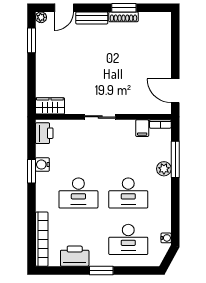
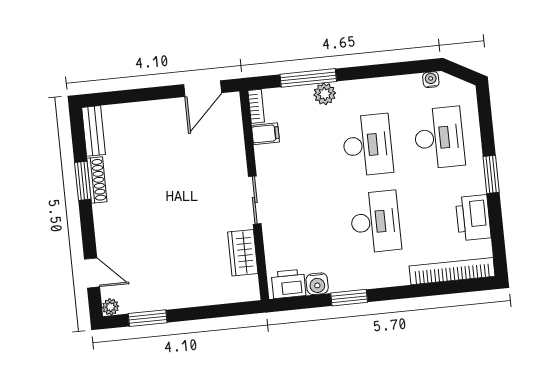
bench: (92, 18) -> (94, 131), moved
wardrobe: (50, 106) -> (243, 253), moved
water cooler: (42, 165) -> (317, 284), moved

